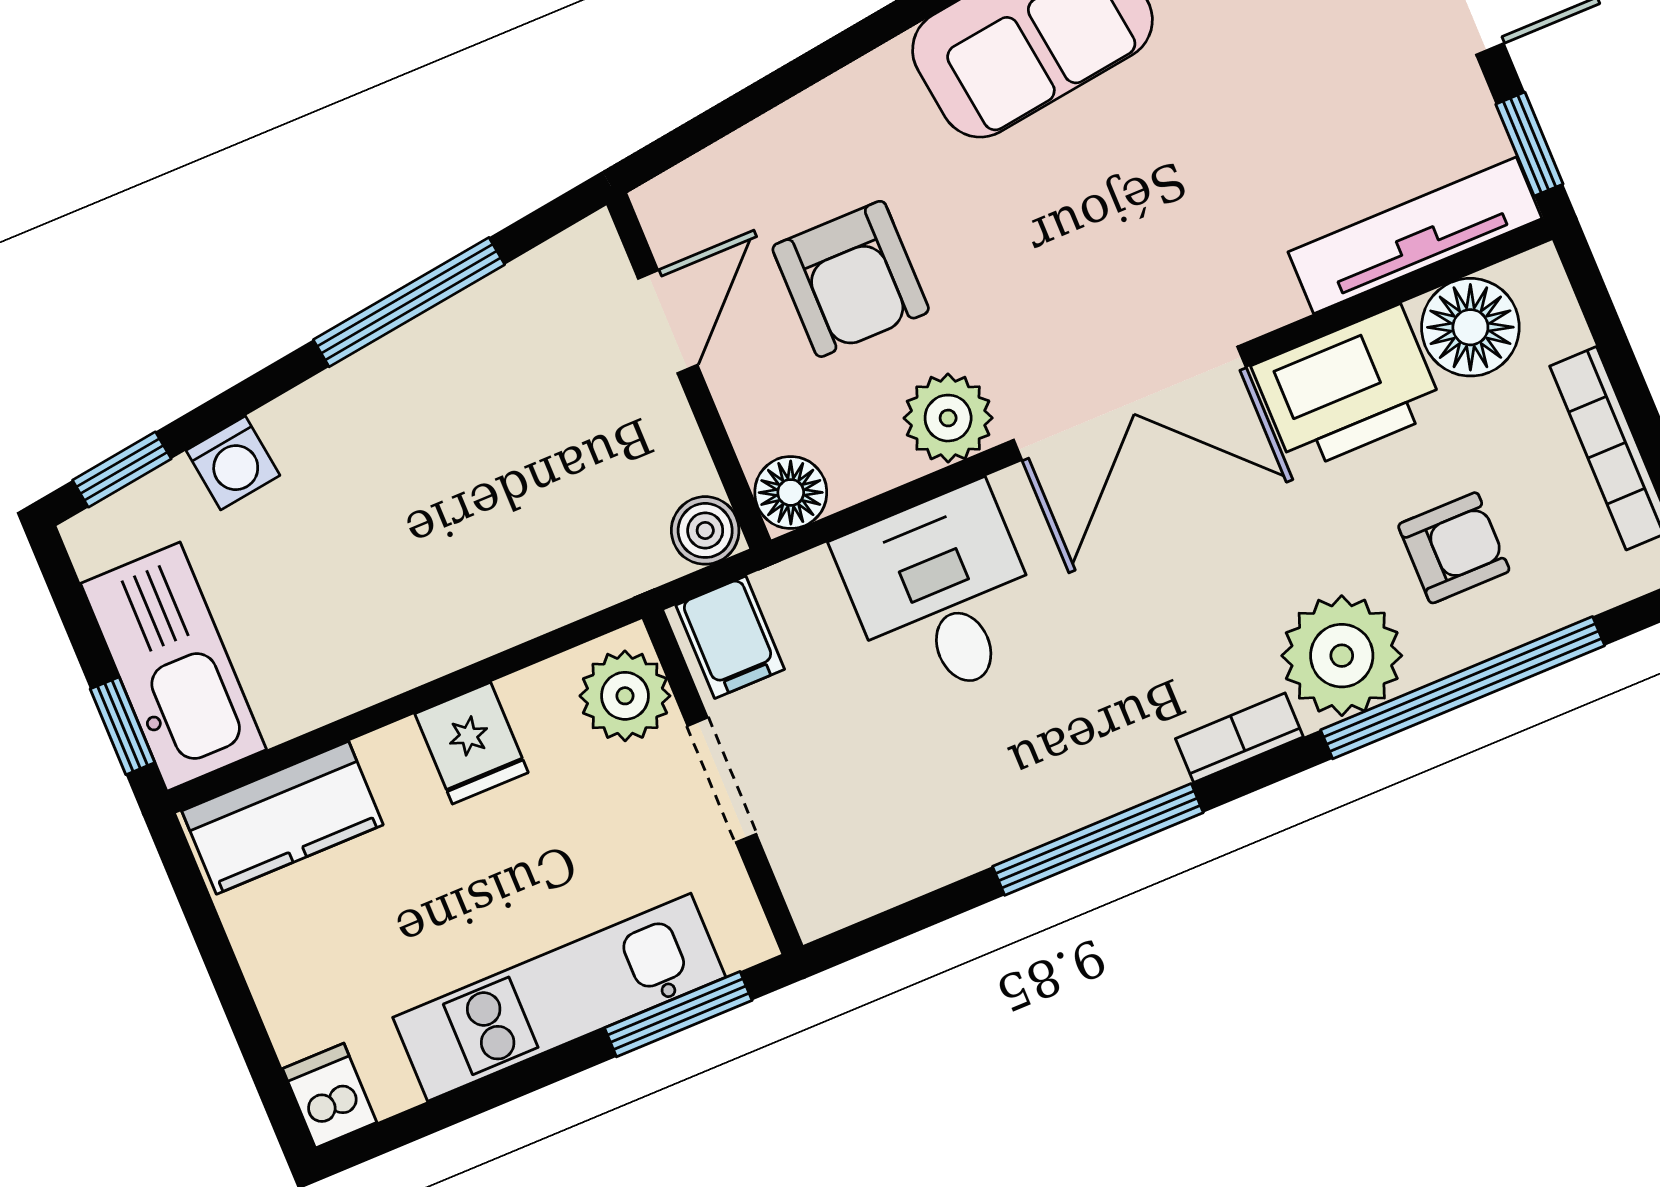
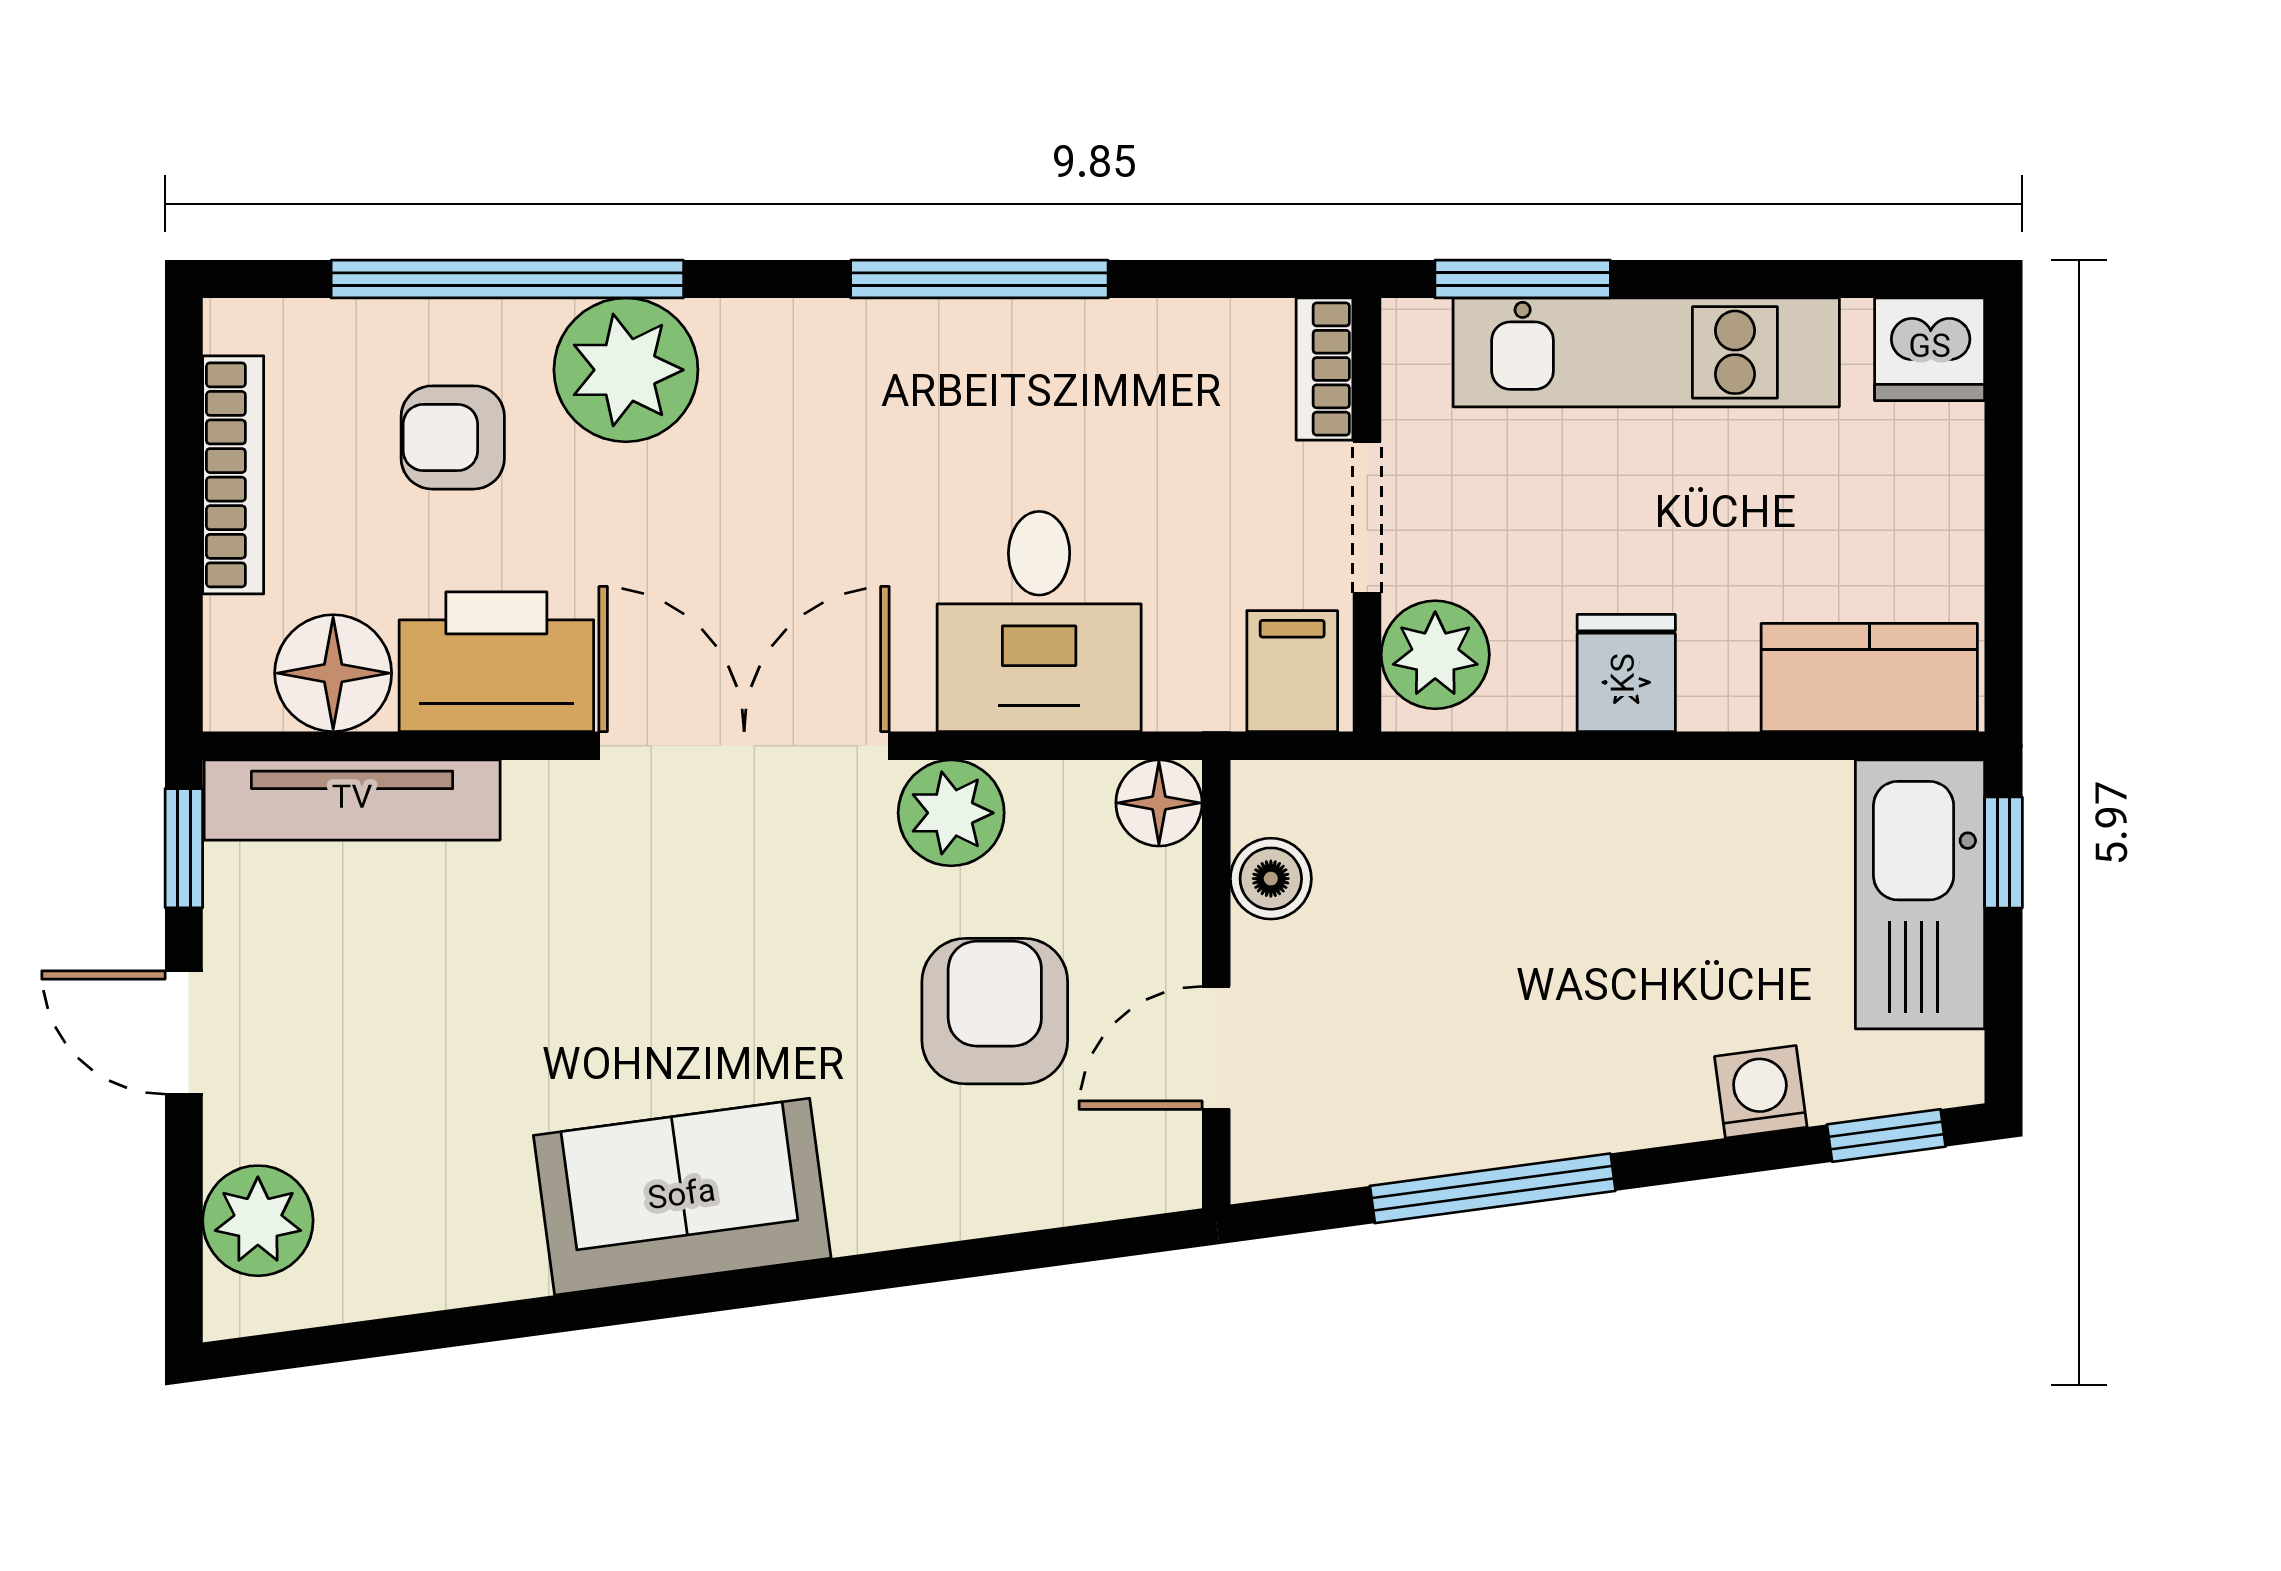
boiler: (705, 530) -> (1271, 879), moved
bookcase: (1239, 738) -> (1324, 369), moved, turned 90
dishwasher: (330, 1096) -> (1930, 349), width x1.38

